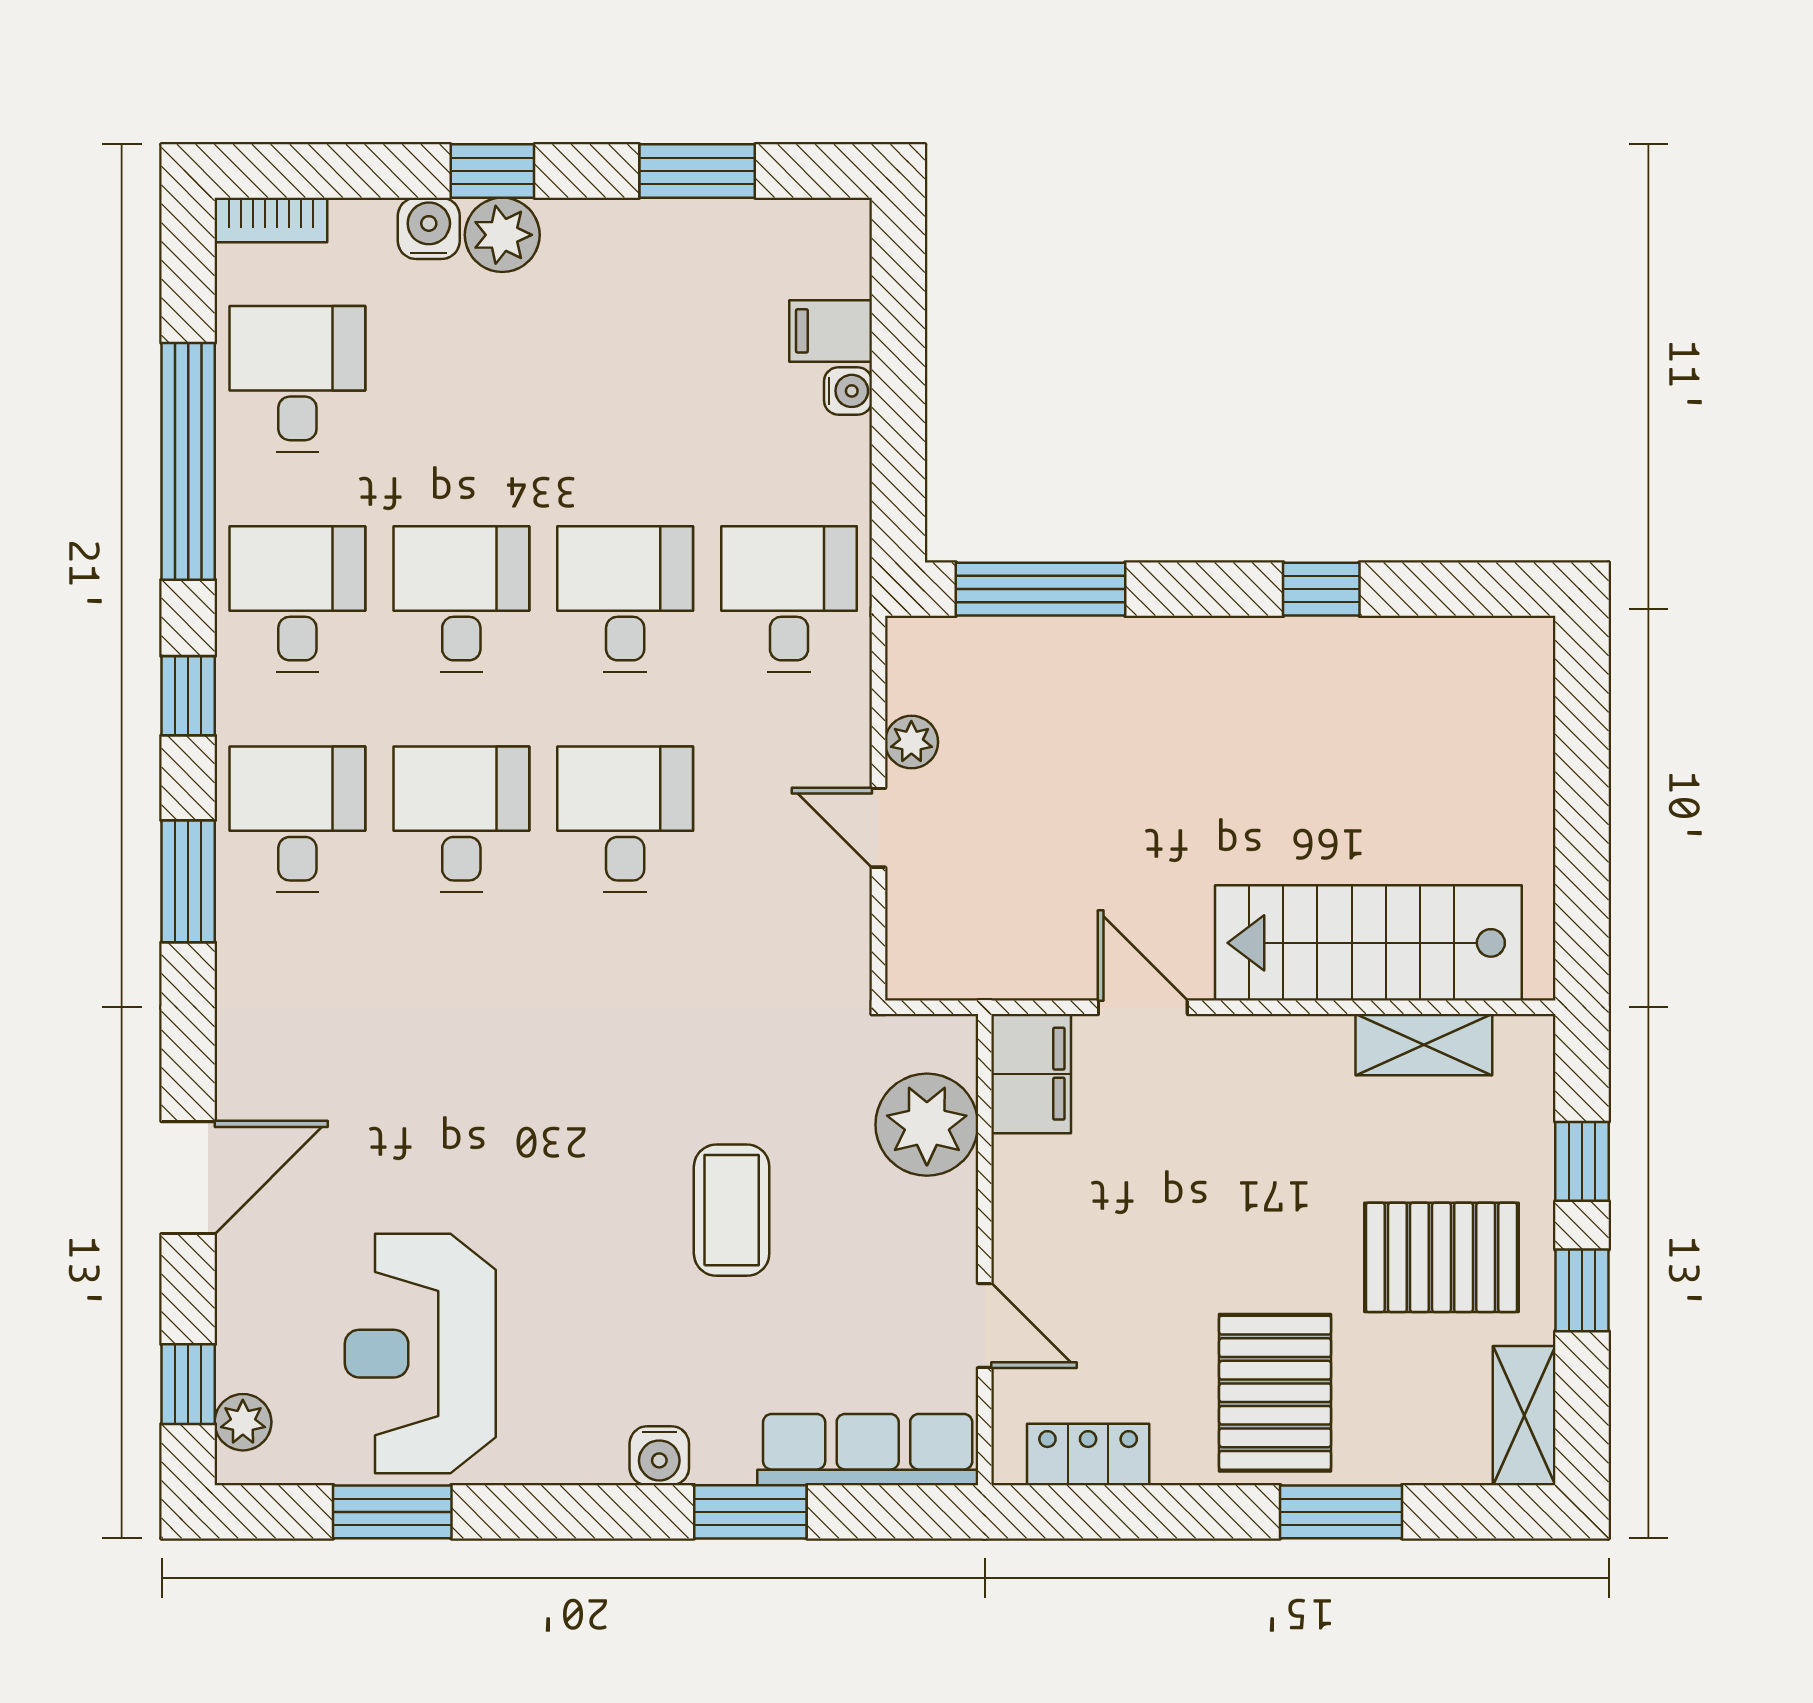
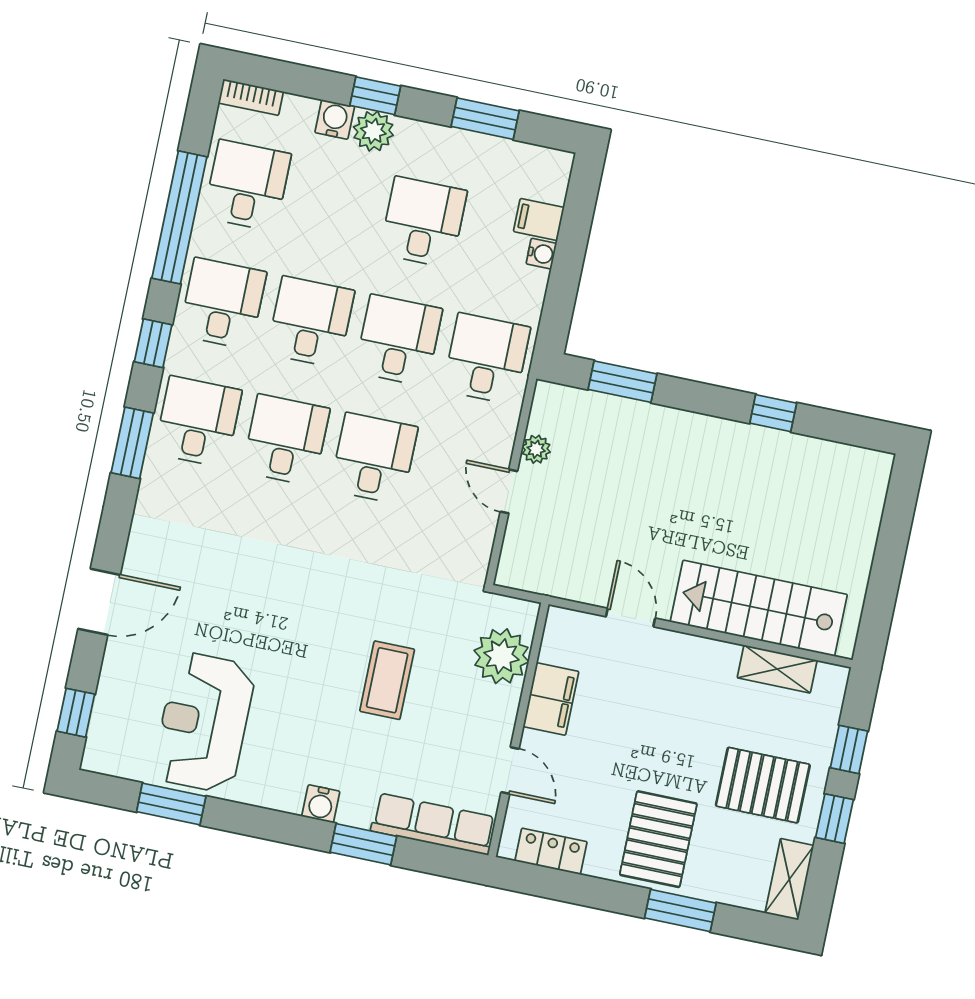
desk: (625, 379) -> (423, 222), added
window: (1041, 589) -> (623, 382), width x0.69
filing cabinet: (1031, 1074) -> (551, 699), moved
plant: (243, 1422) -> (101, 739), removed

